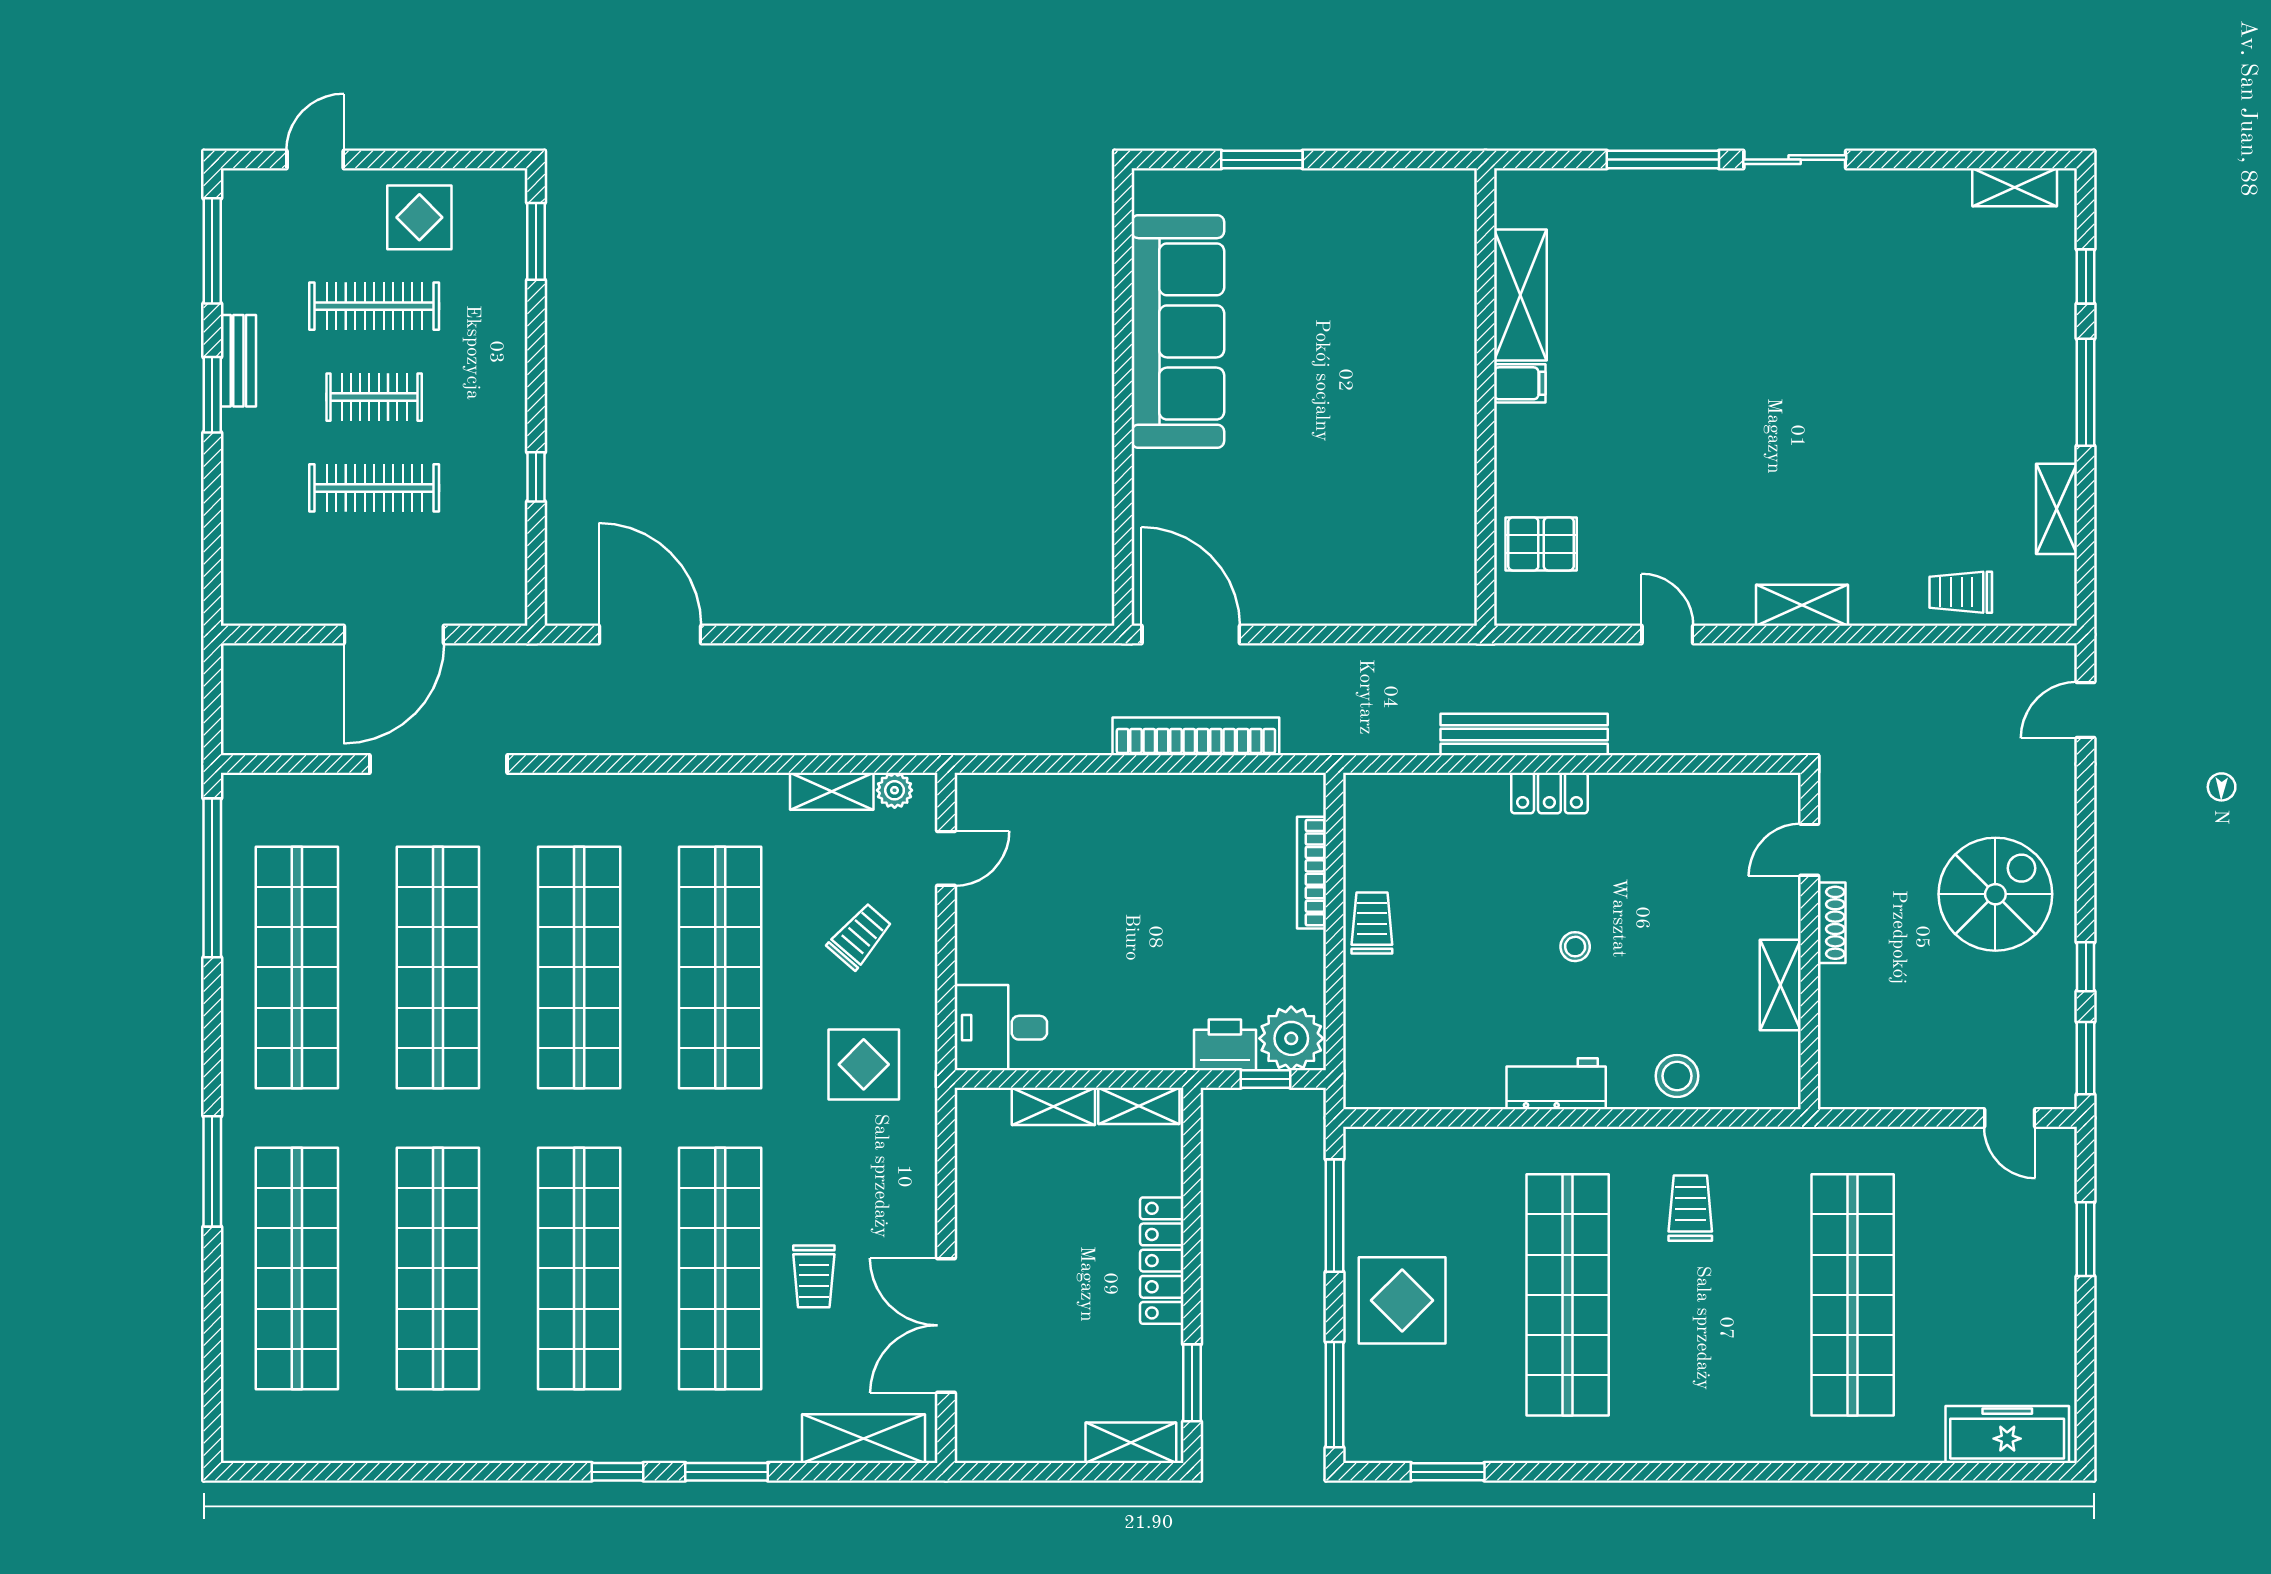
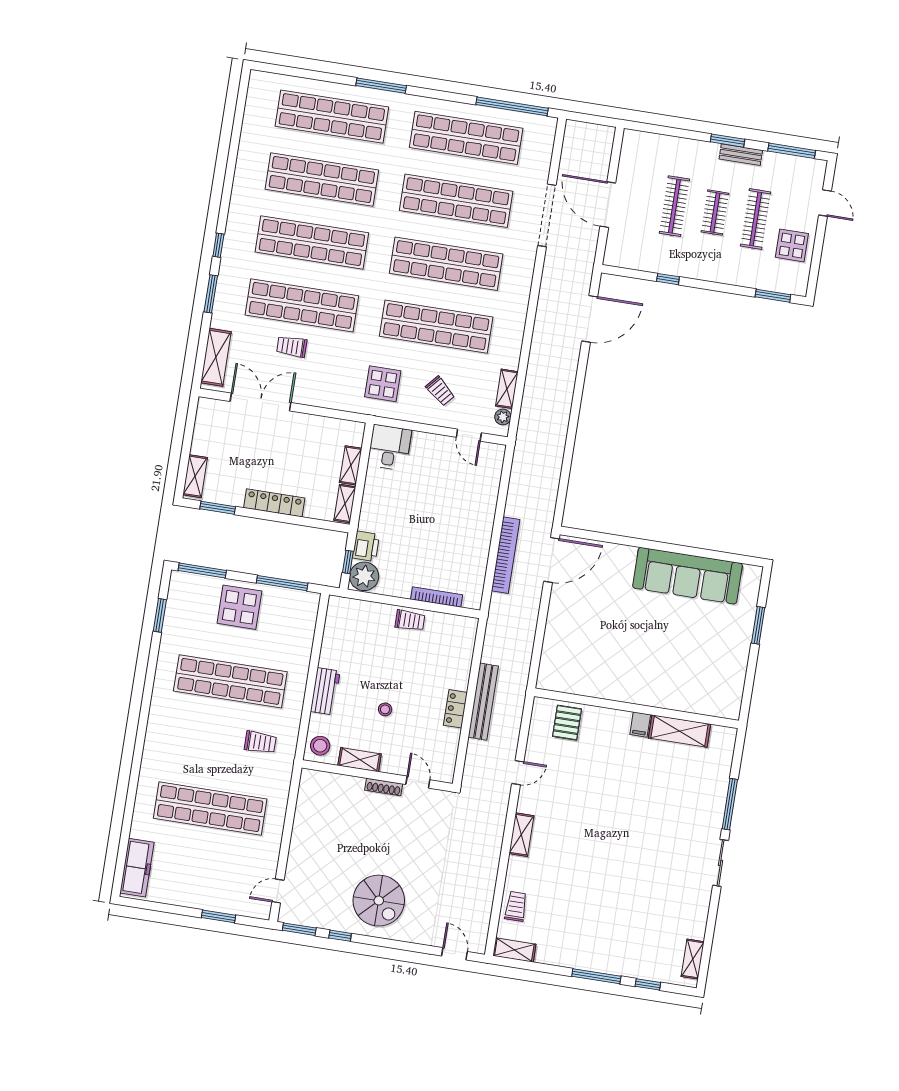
shelving: (2057, 509) -> (514, 950), moved
door: (1809, 850) -> (418, 782), moved
shoe rack: (1832, 923) -> (384, 787), moved
wall: (1809, 941) -> (377, 776), moved
shelving: (1780, 985) -> (360, 760), moved

